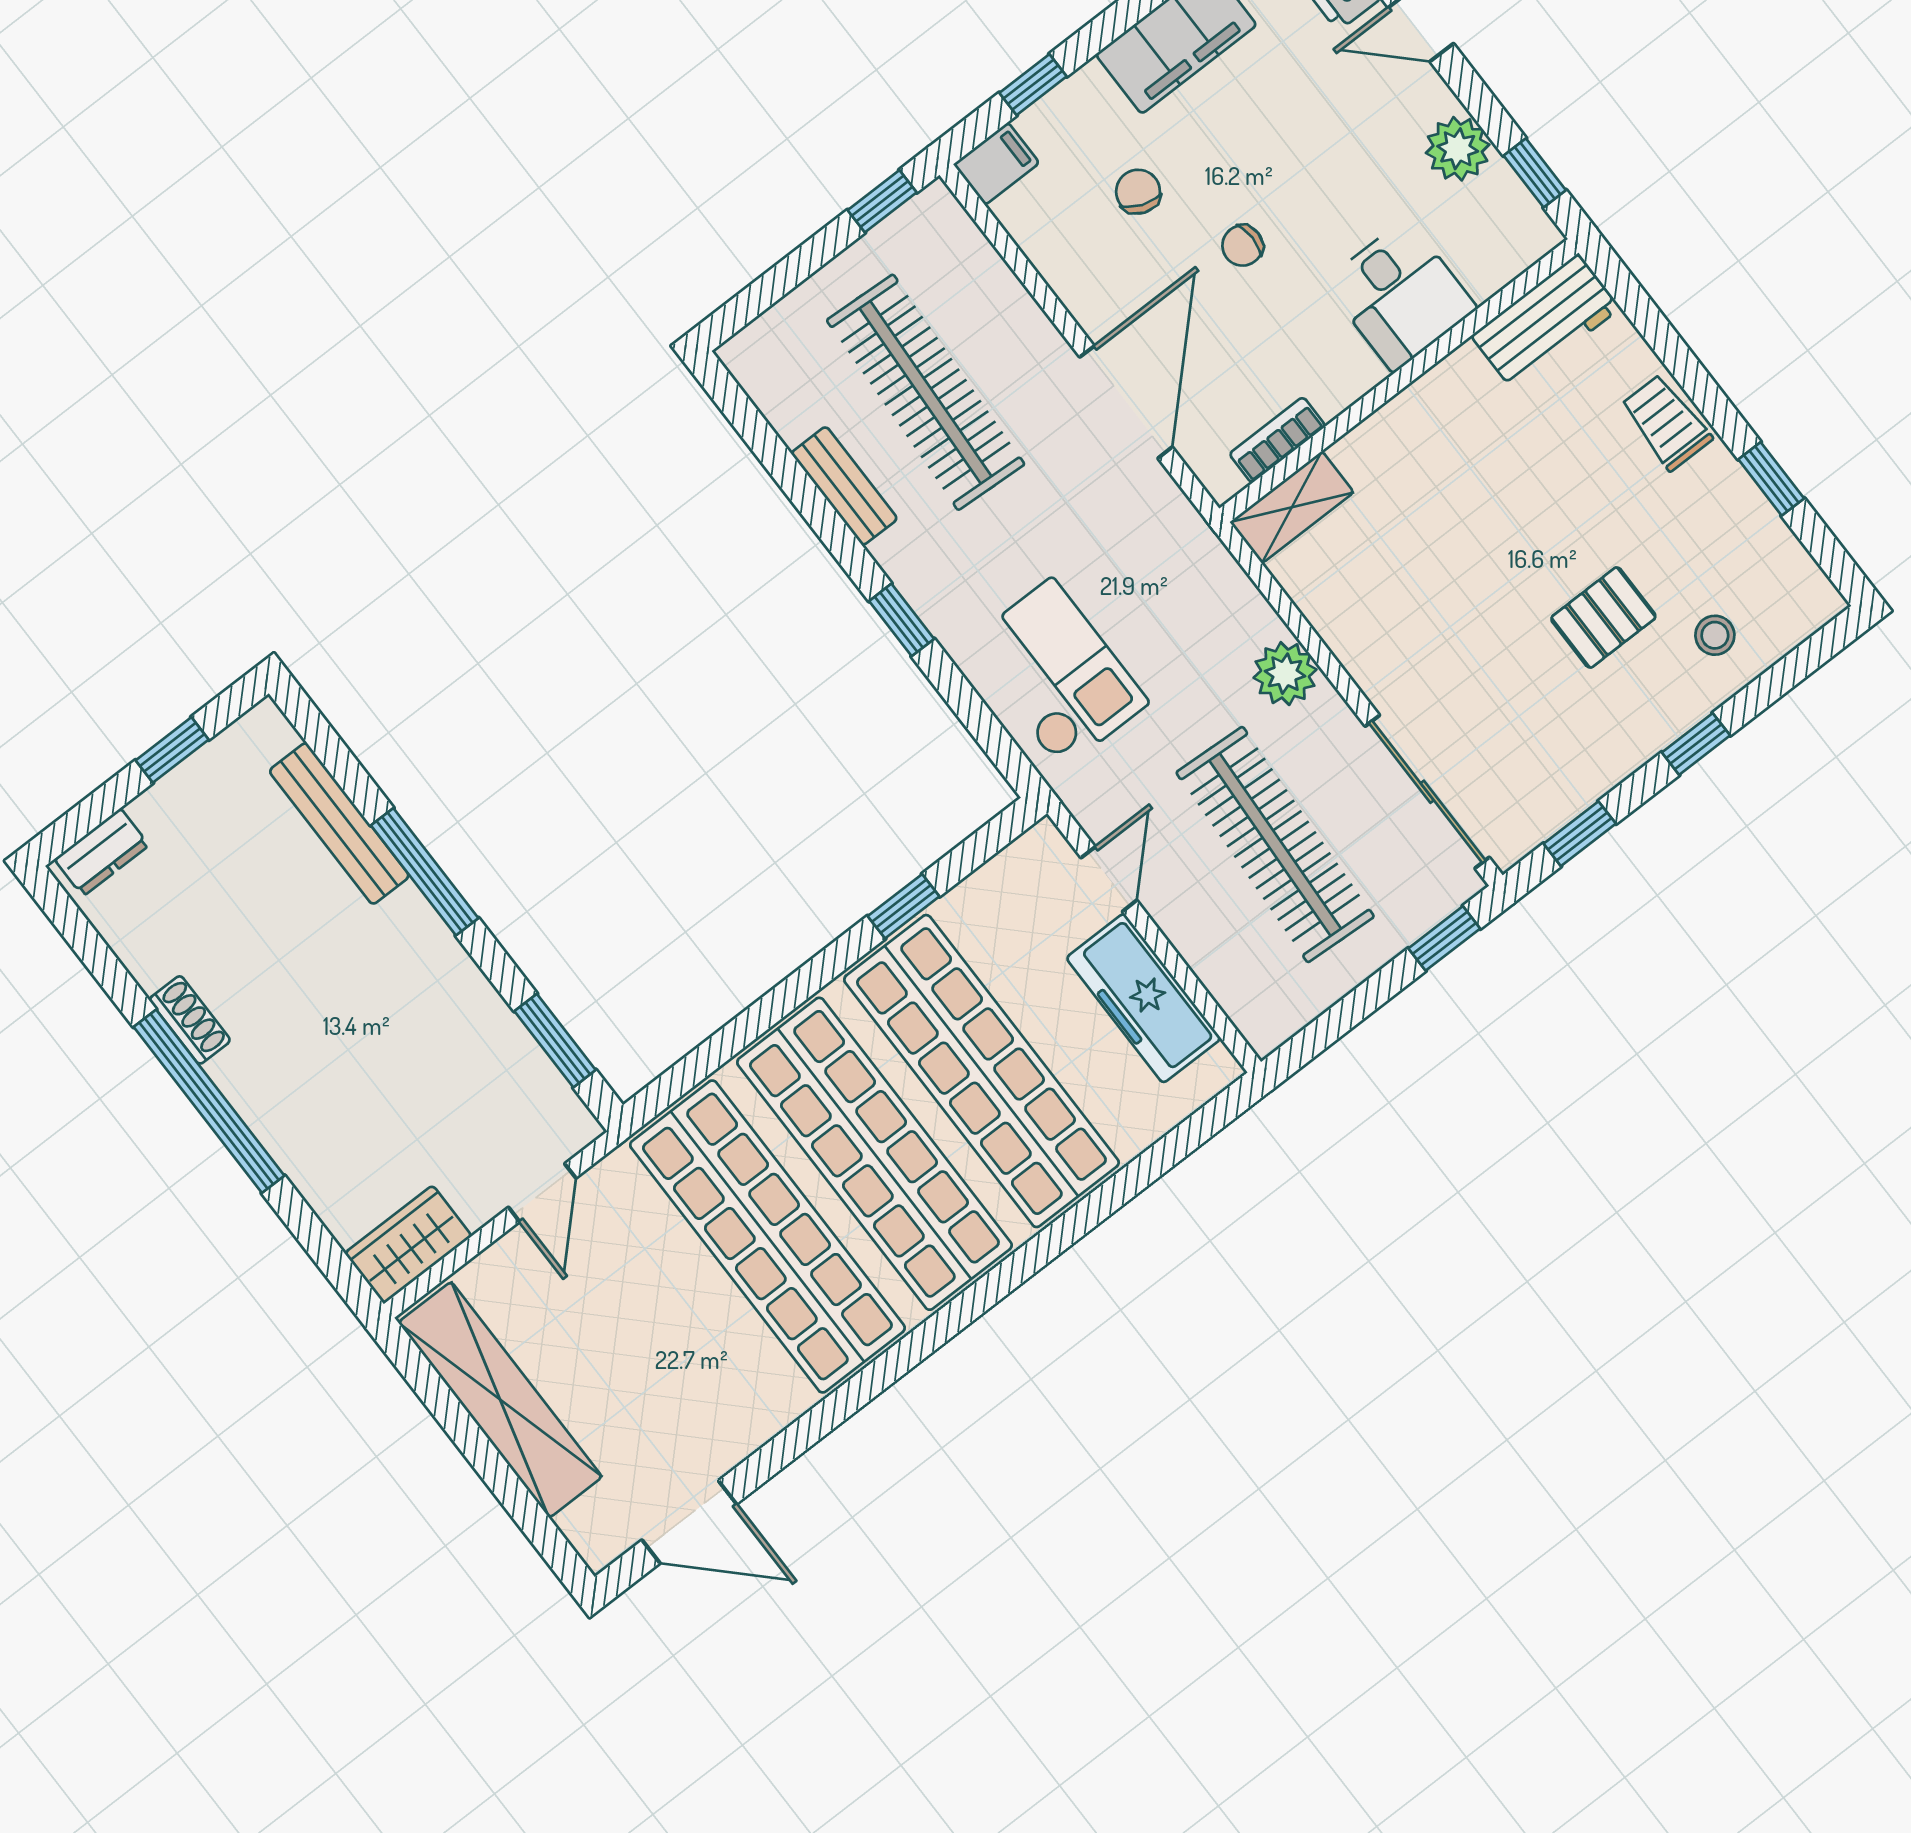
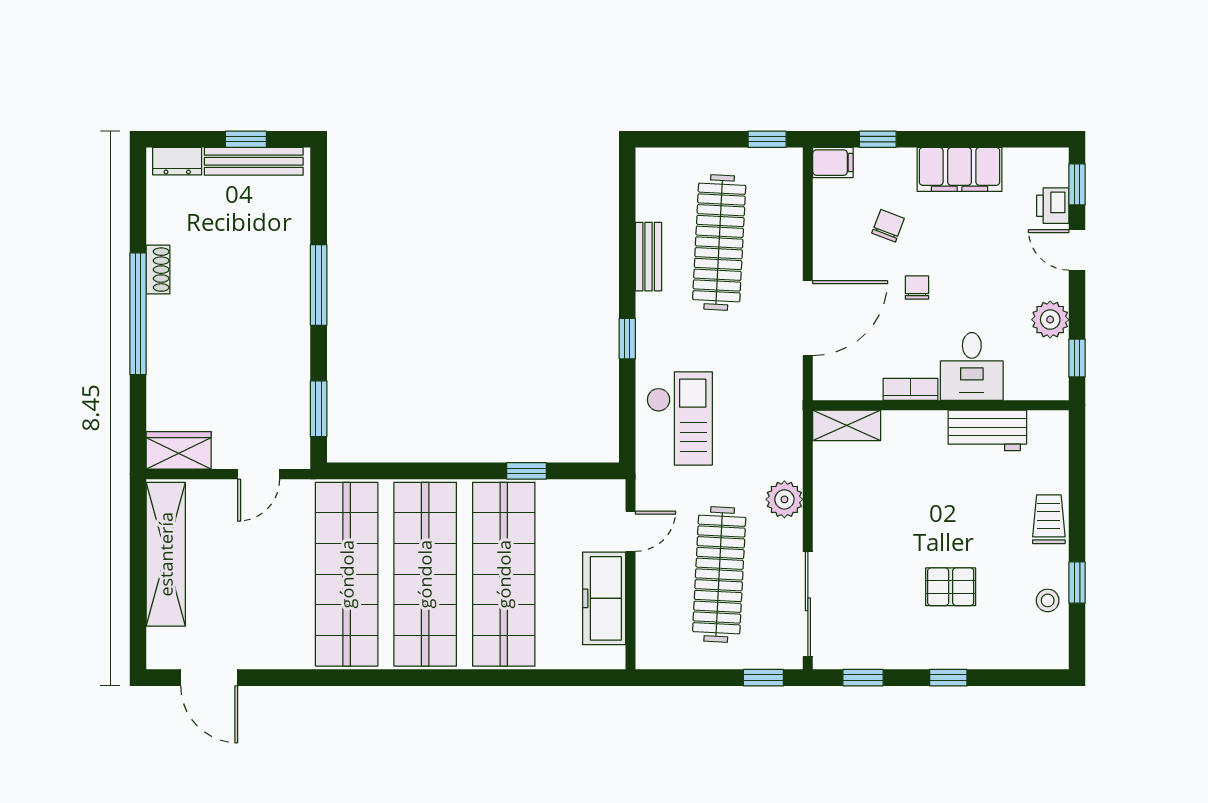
chair: (1242, 246) -> (917, 288), turned 90
workbench: (1545, 322) -> (987, 430), moved
bookcase: (1277, 440) -> (910, 389), moved
stool: (1715, 635) -> (1048, 600), moved
bench: (339, 824) -> (254, 161), moved, turned 90

